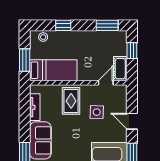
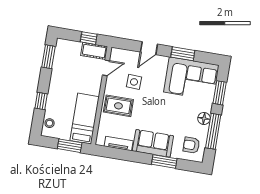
window: (132, 51) -> (89, 38), moved
door: (106, 83) -> (106, 68), swing flipped

